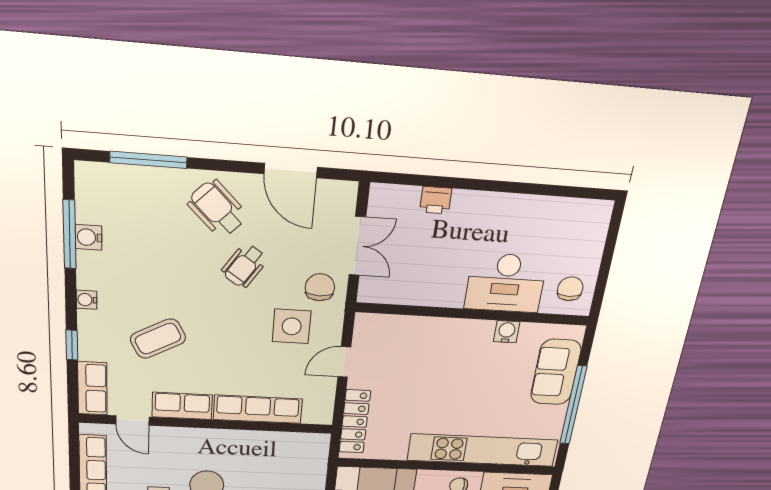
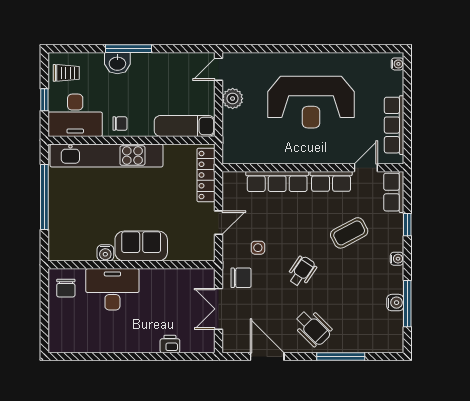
window: (148, 160) -> (341, 356), moved
wheelchair: (244, 266) -> (302, 271), moved
chair: (320, 287) -> (241, 278), turned -90
side table: (292, 326) -> (258, 248), width x0.54, depth x0.54
sofa: (556, 372) -> (141, 246), moved, turned -90
door: (132, 421) -> (366, 168), hinge flipped

